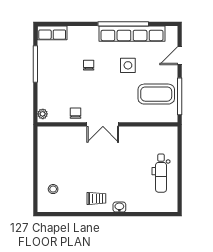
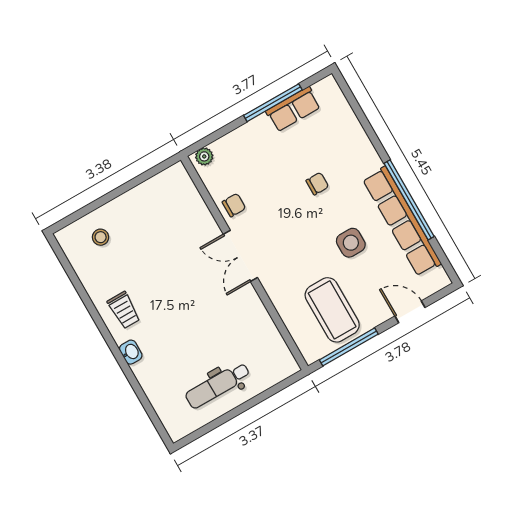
row of seats: (52, 33) -> (293, 109), moved, turned -90

